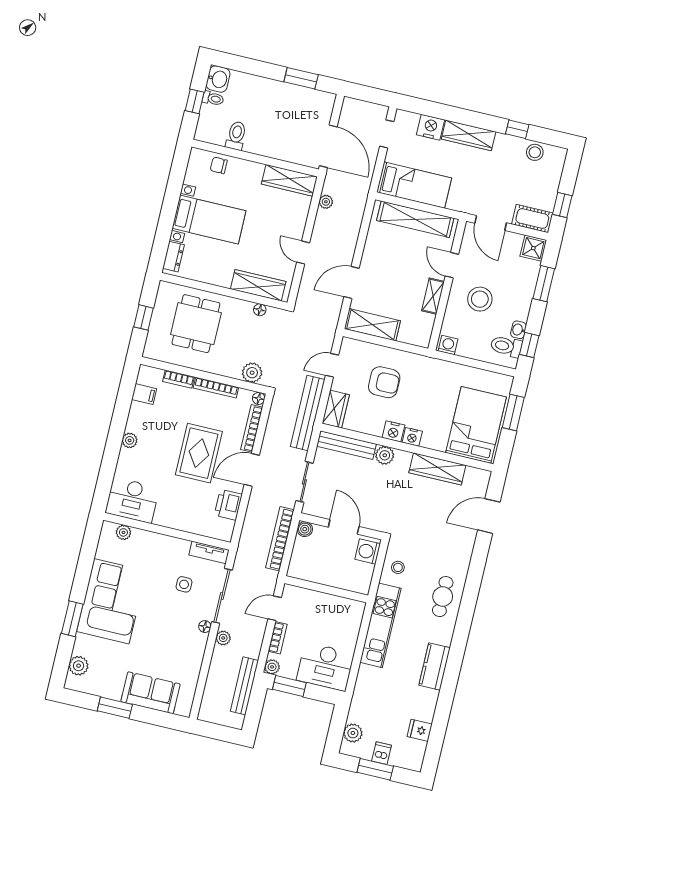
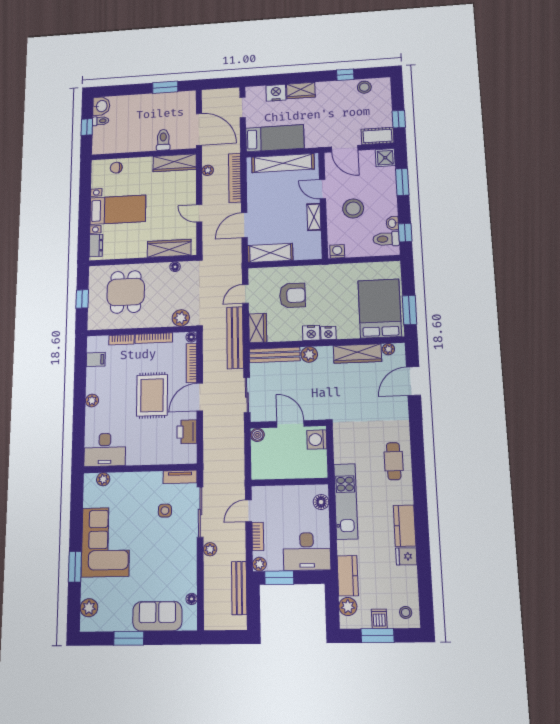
wardrobe: (469, 135) -> (301, 91), width x0.67
toilet: (236, 136) -> (163, 140), moved
window: (513, 412) -> (409, 310), moved
plant: (472, 473) -> (388, 349), added
bookcase: (280, 539) -> (235, 178), moved
stool: (398, 567) -> (406, 612), moved
floor lamp: (354, 619) -> (321, 502), added
floor lamp: (205, 627) -> (192, 599), moved
kitchen counter: (361, 702) -> (348, 576), added
fridge: (420, 730) -> (406, 556), moved

